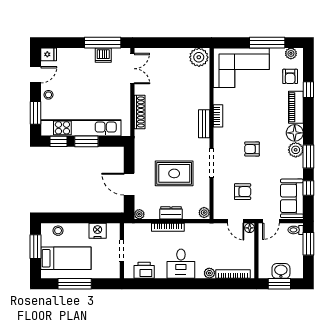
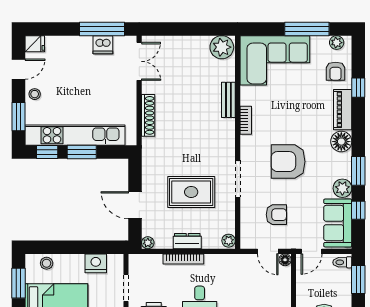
bench: (204, 124) -> (228, 100), moved
armchair: (252, 149) -> (288, 162), width x1.88, depth x1.88
plant: (296, 150) -> (342, 188), moved

